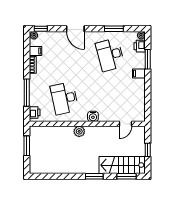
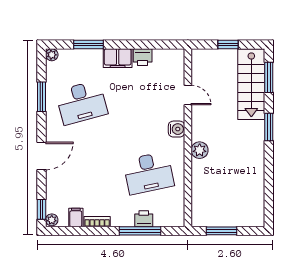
printer: (140, 46) -> (143, 57), moved
filing cabinet: (139, 74) -> (118, 58), width x2.00
printer: (35, 112) -> (144, 219), moved
door: (125, 124) -> (188, 95), moved

